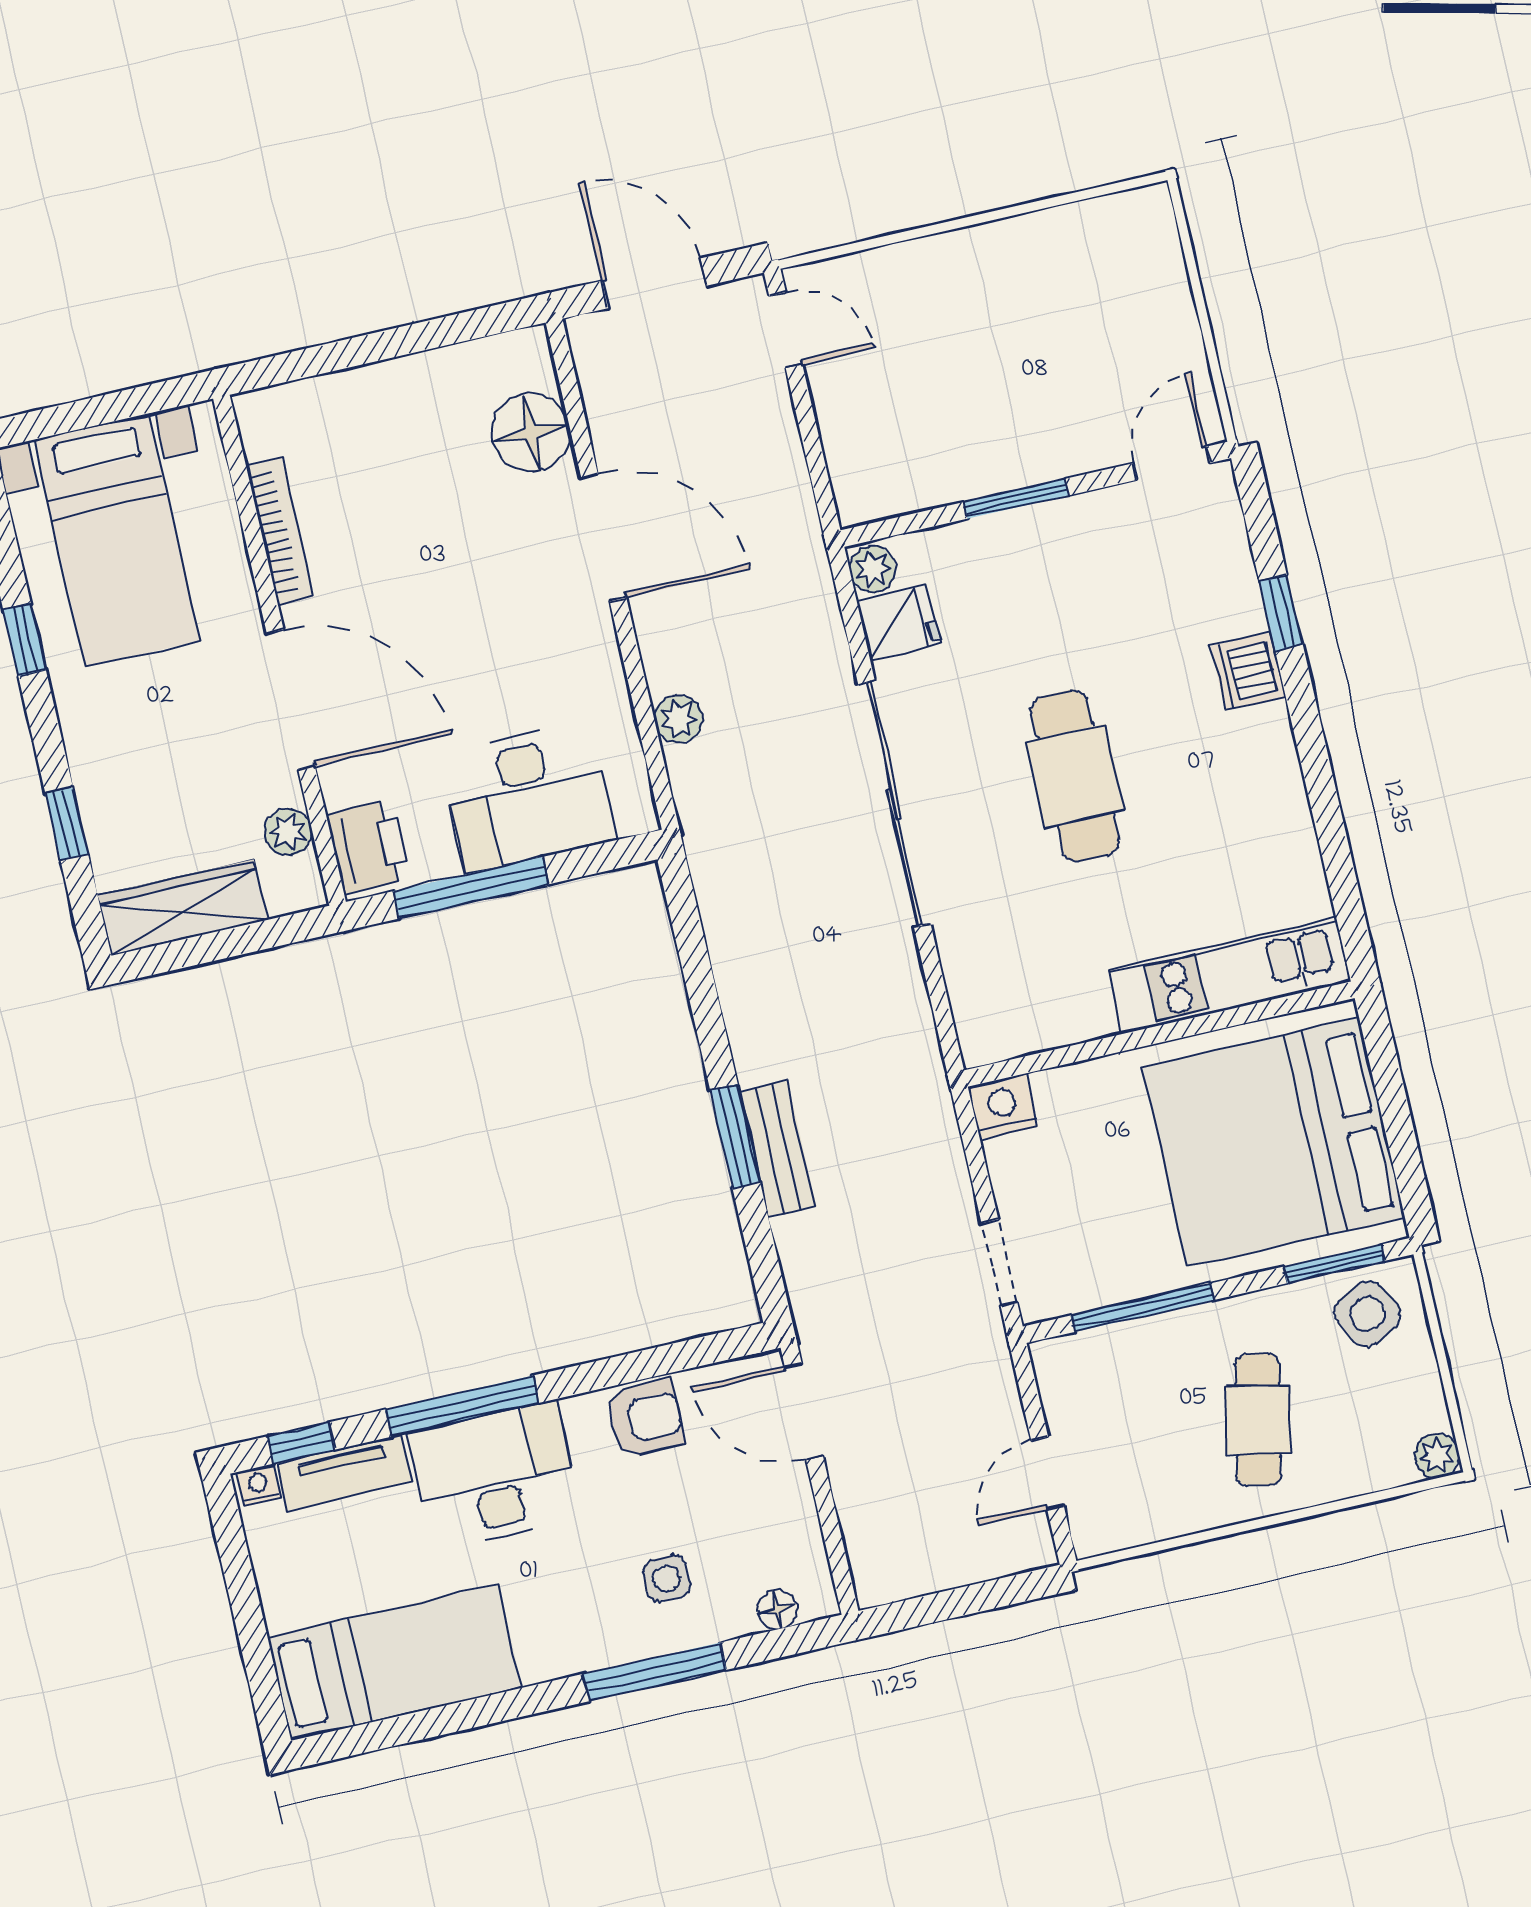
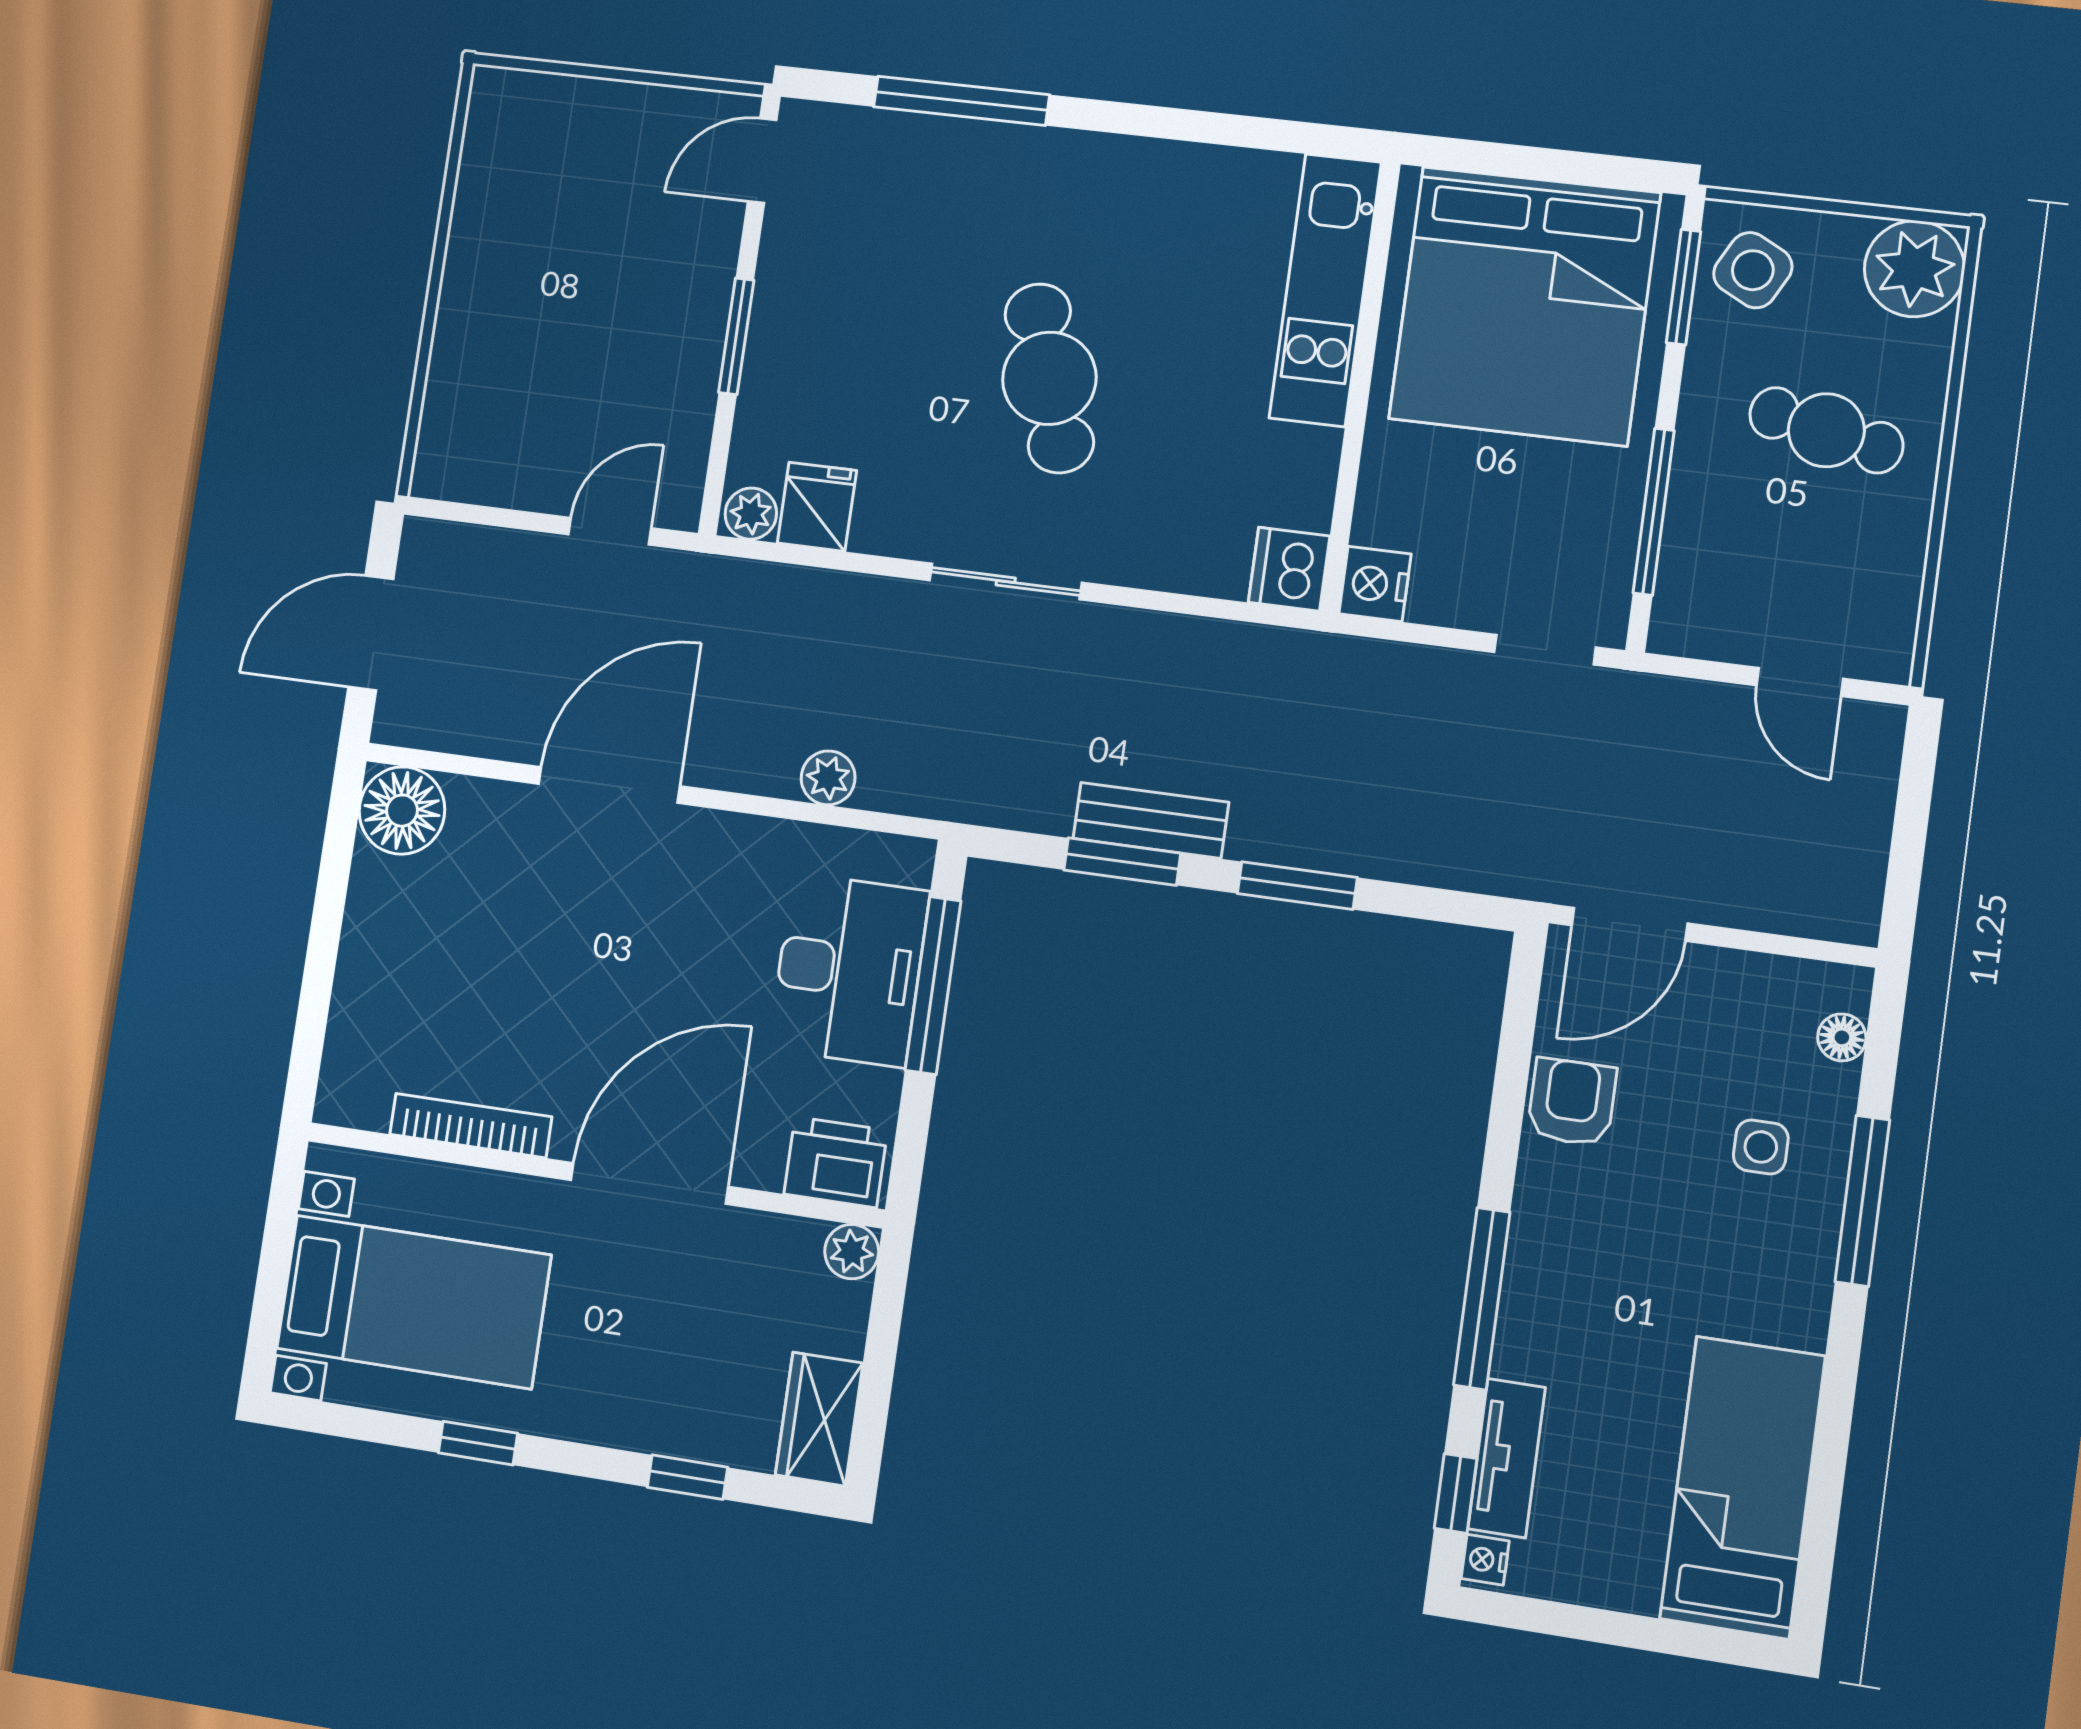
door: (786, 330) -> (610, 531), moved
floor lamp: (531, 433) -> (402, 811), moved
door: (1172, 463) -> (762, 161), hinge flipped
window: (1281, 613) -> (961, 101), width x2.17
dishwasher: (1248, 671) -> (1289, 569), moved, turned 90
cafe table: (1075, 776) -> (1049, 378), turned 72
sliding door: (894, 804) -> (1006, 581), width x0.54
plant: (288, 832) -> (852, 1252), moved
window: (471, 888) -> (933, 985), moved
wardrobe: (182, 908) -> (819, 1419), width x0.67
window: (701, 987) -> (1122, 862), added
bench: (778, 1149) -> (1151, 820), moved
side table: (1367, 1314) -> (1753, 270), turned -35
plant: (1437, 1456) -> (1914, 269), width x1.88, depth x1.88
desk: (494, 1475) -> (1572, 1293), removed

